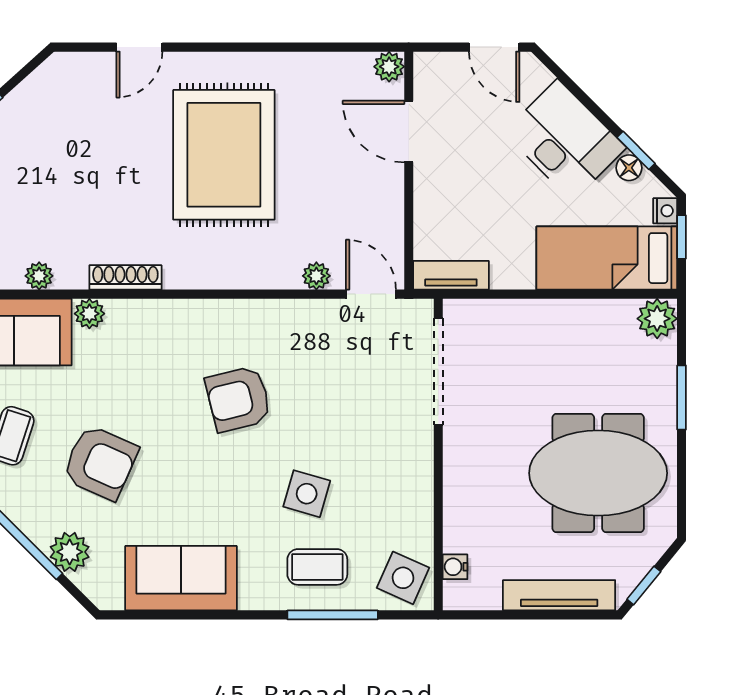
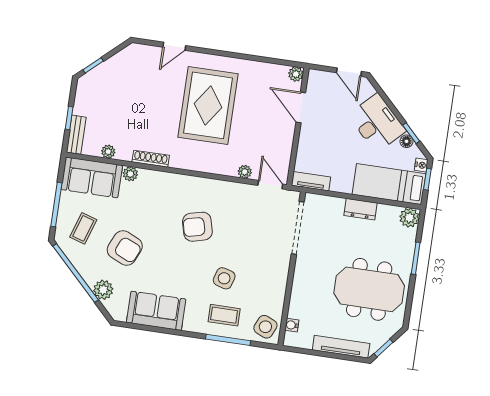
dresser: (557, 316) -> (361, 209), added

